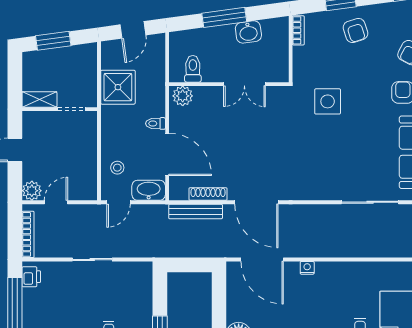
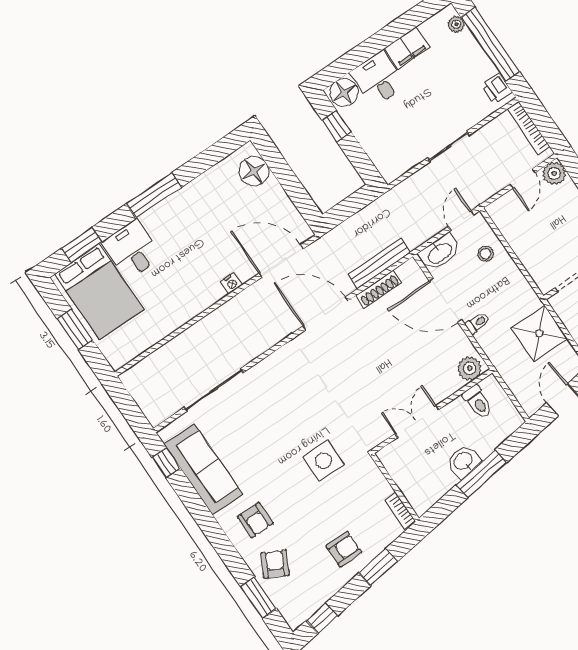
armchair: (355, 30) -> (344, 549), turned 108
washbasin: (248, 32) -> (464, 461), moved

